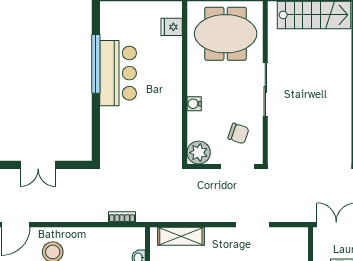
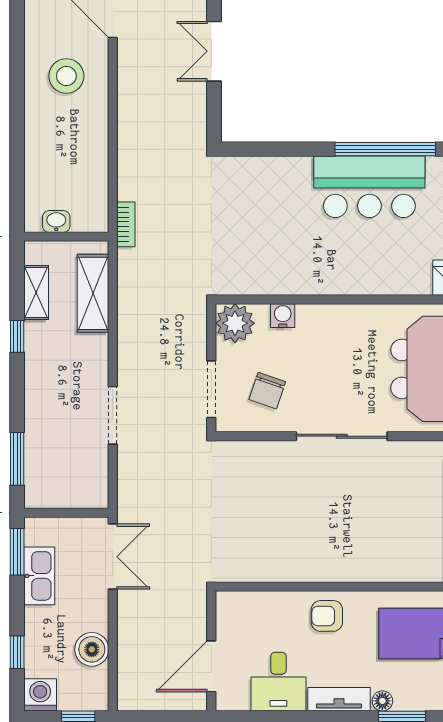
water cooler: (194, 104) -> (283, 316), moved
bookcase: (122, 217) -> (126, 224), moved

